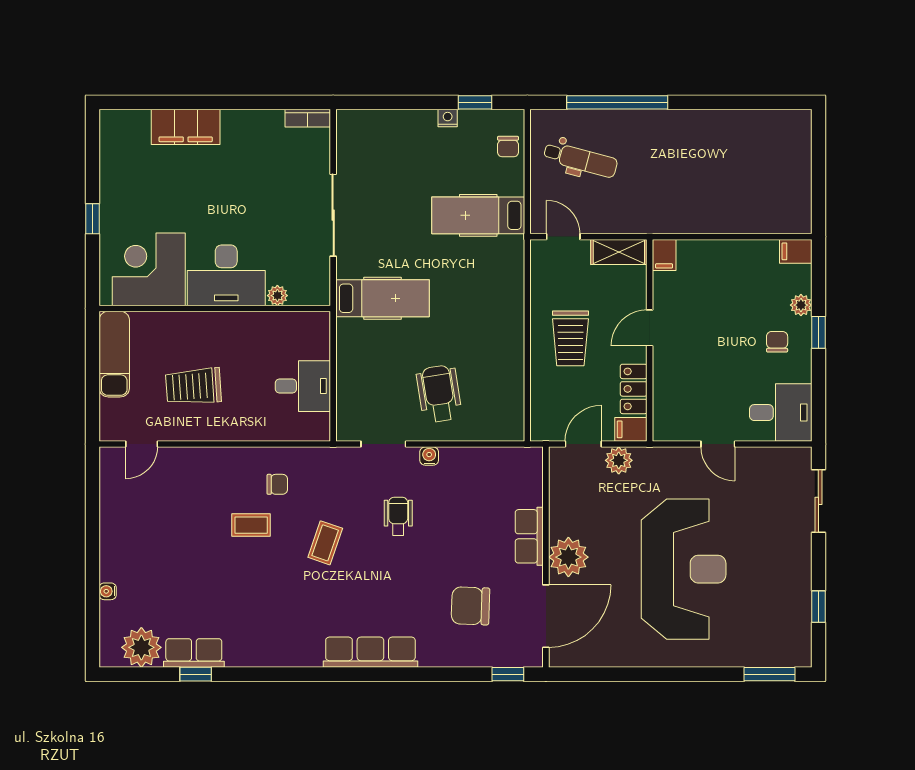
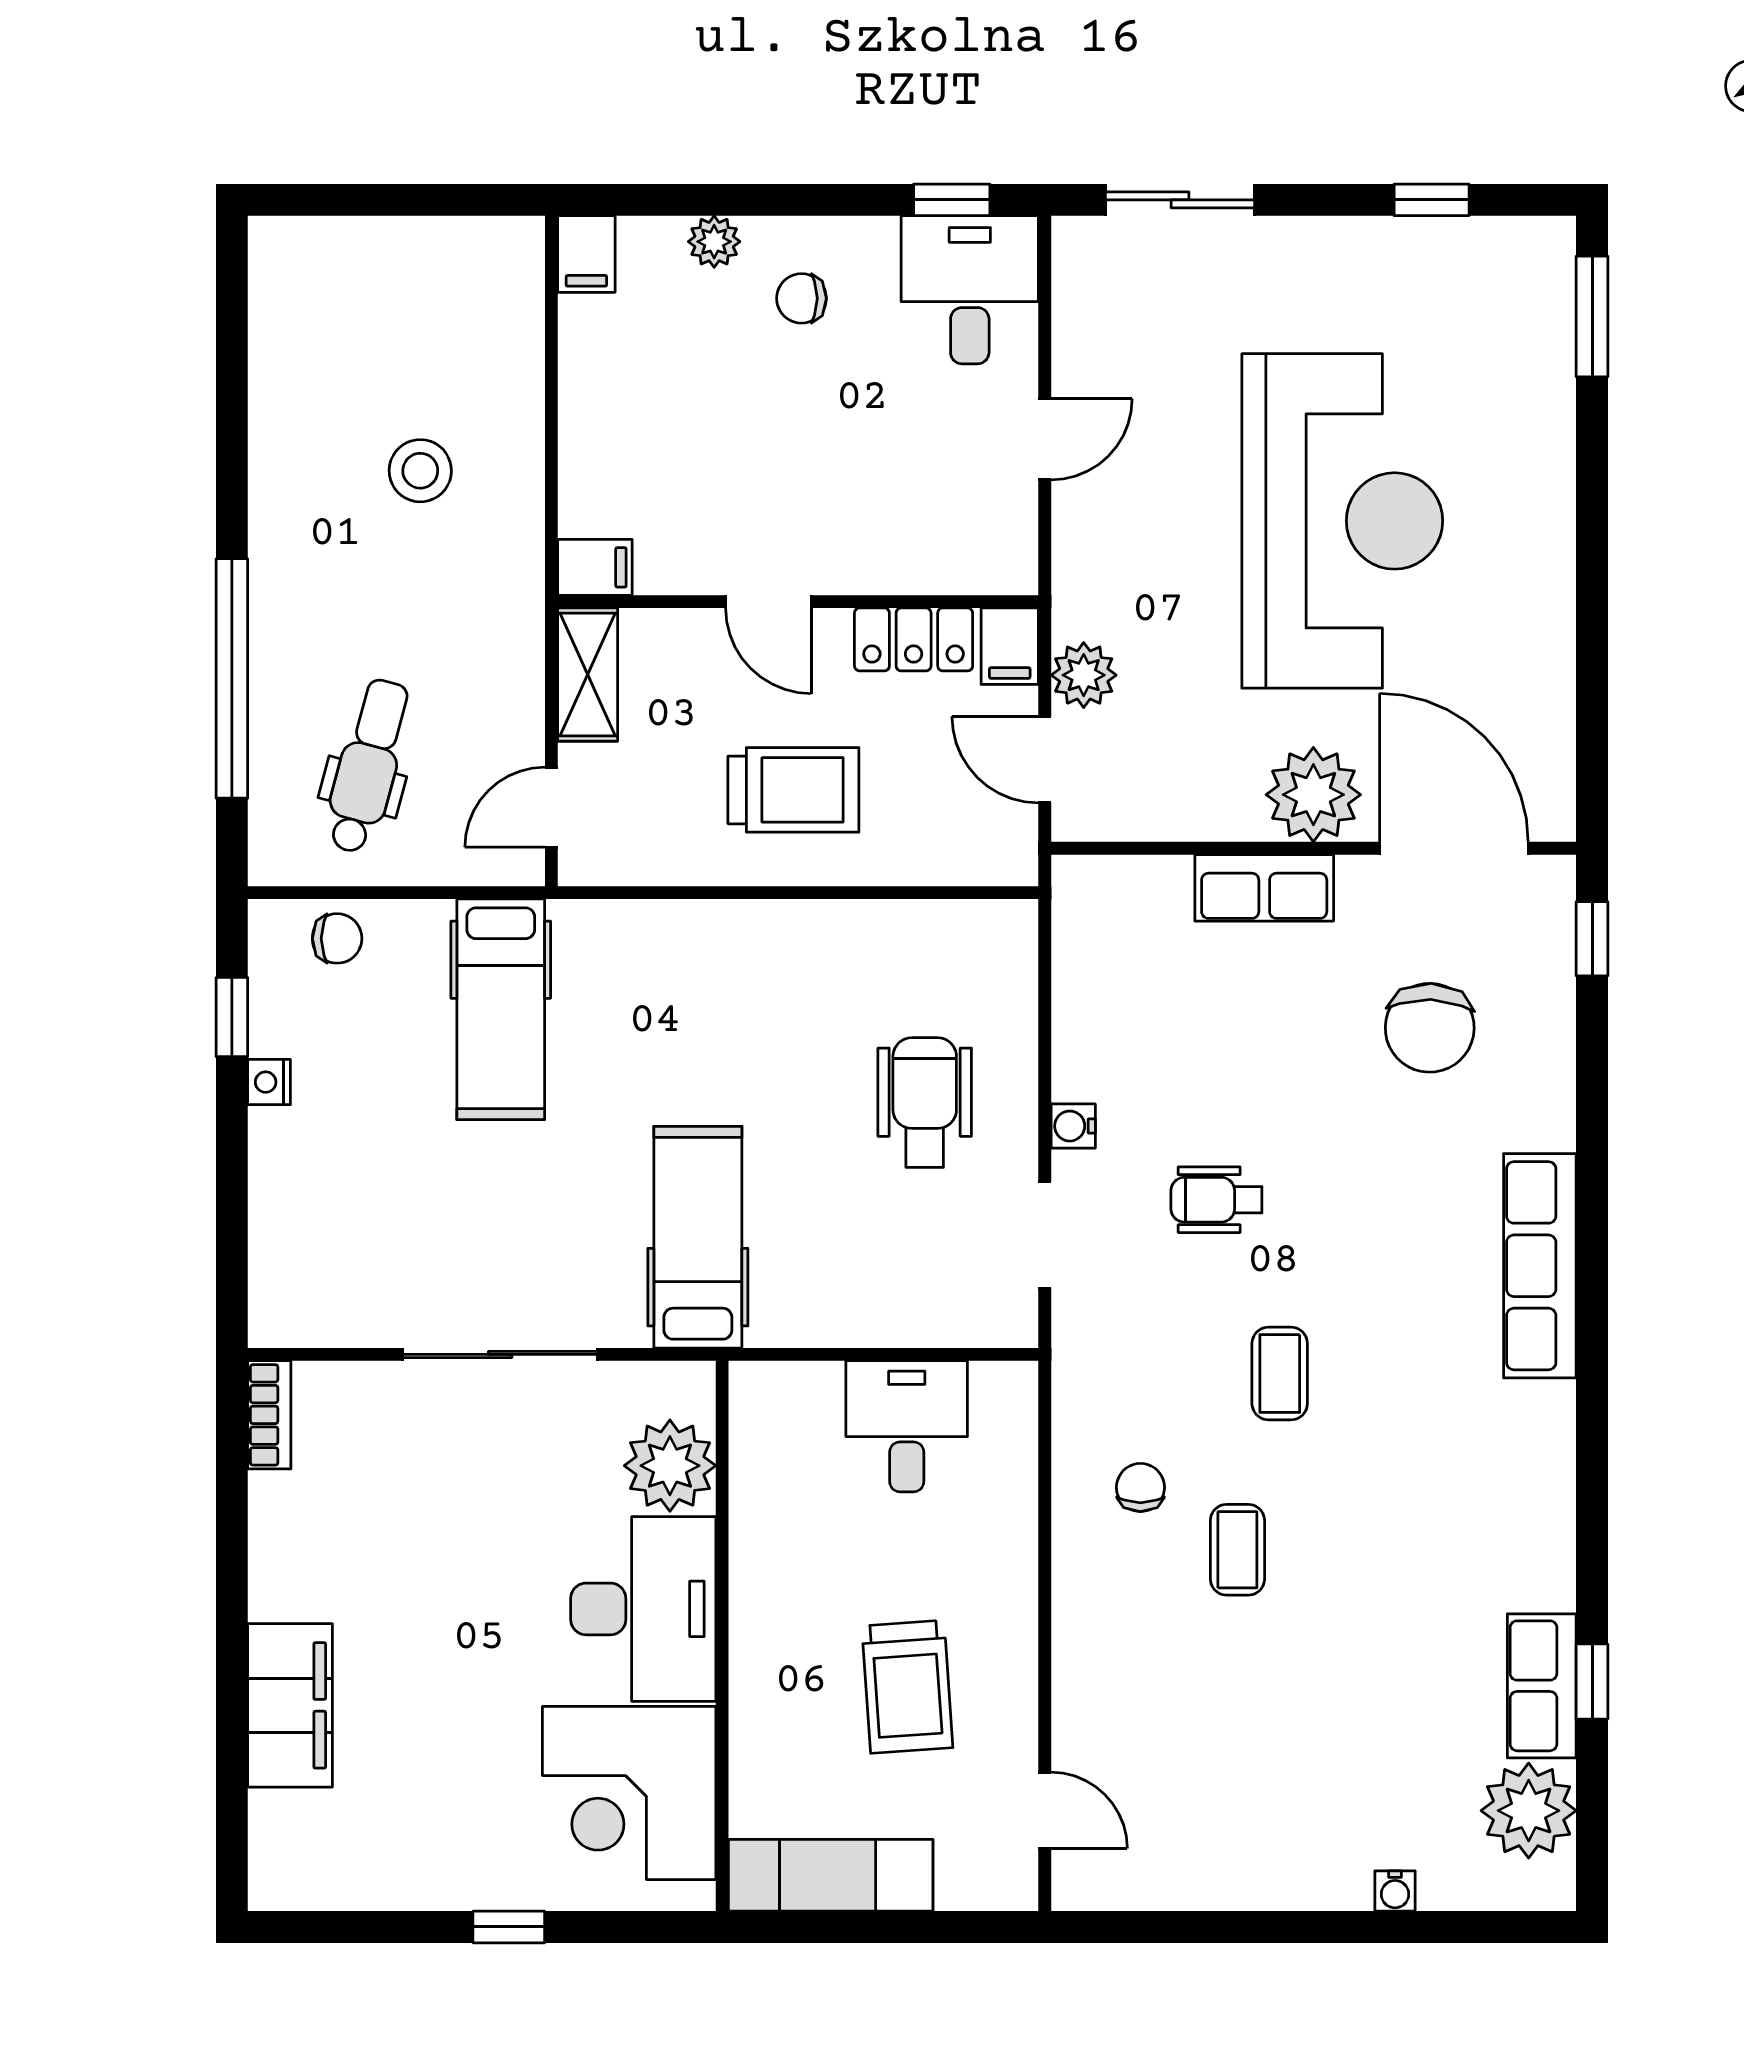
stool: (705, 182) -> (420, 471), added
plant: (277, 296) -> (670, 1466), width x1.88, depth x1.88
window: (818, 332) -> (952, 200), moved
wheelchair: (439, 394) -> (925, 1103), turned 99
coffee table: (325, 543) -> (1280, 1373), turned 71
reception desk: (684, 569) -> (1342, 521), turned 90

